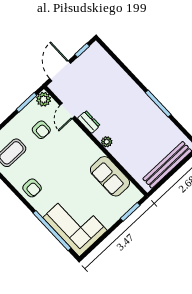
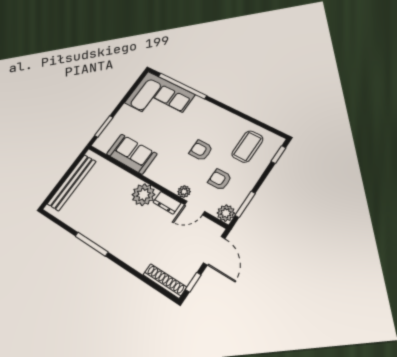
shoe rack: (104, 57) -> (165, 281), added
door: (67, 111) -> (195, 208), swing flipped
plant: (73, 128) -> (184, 192), added
plant: (107, 142) -> (143, 195), width x1.88, depth x1.88
armchair: (32, 188) -> (201, 150), moved

